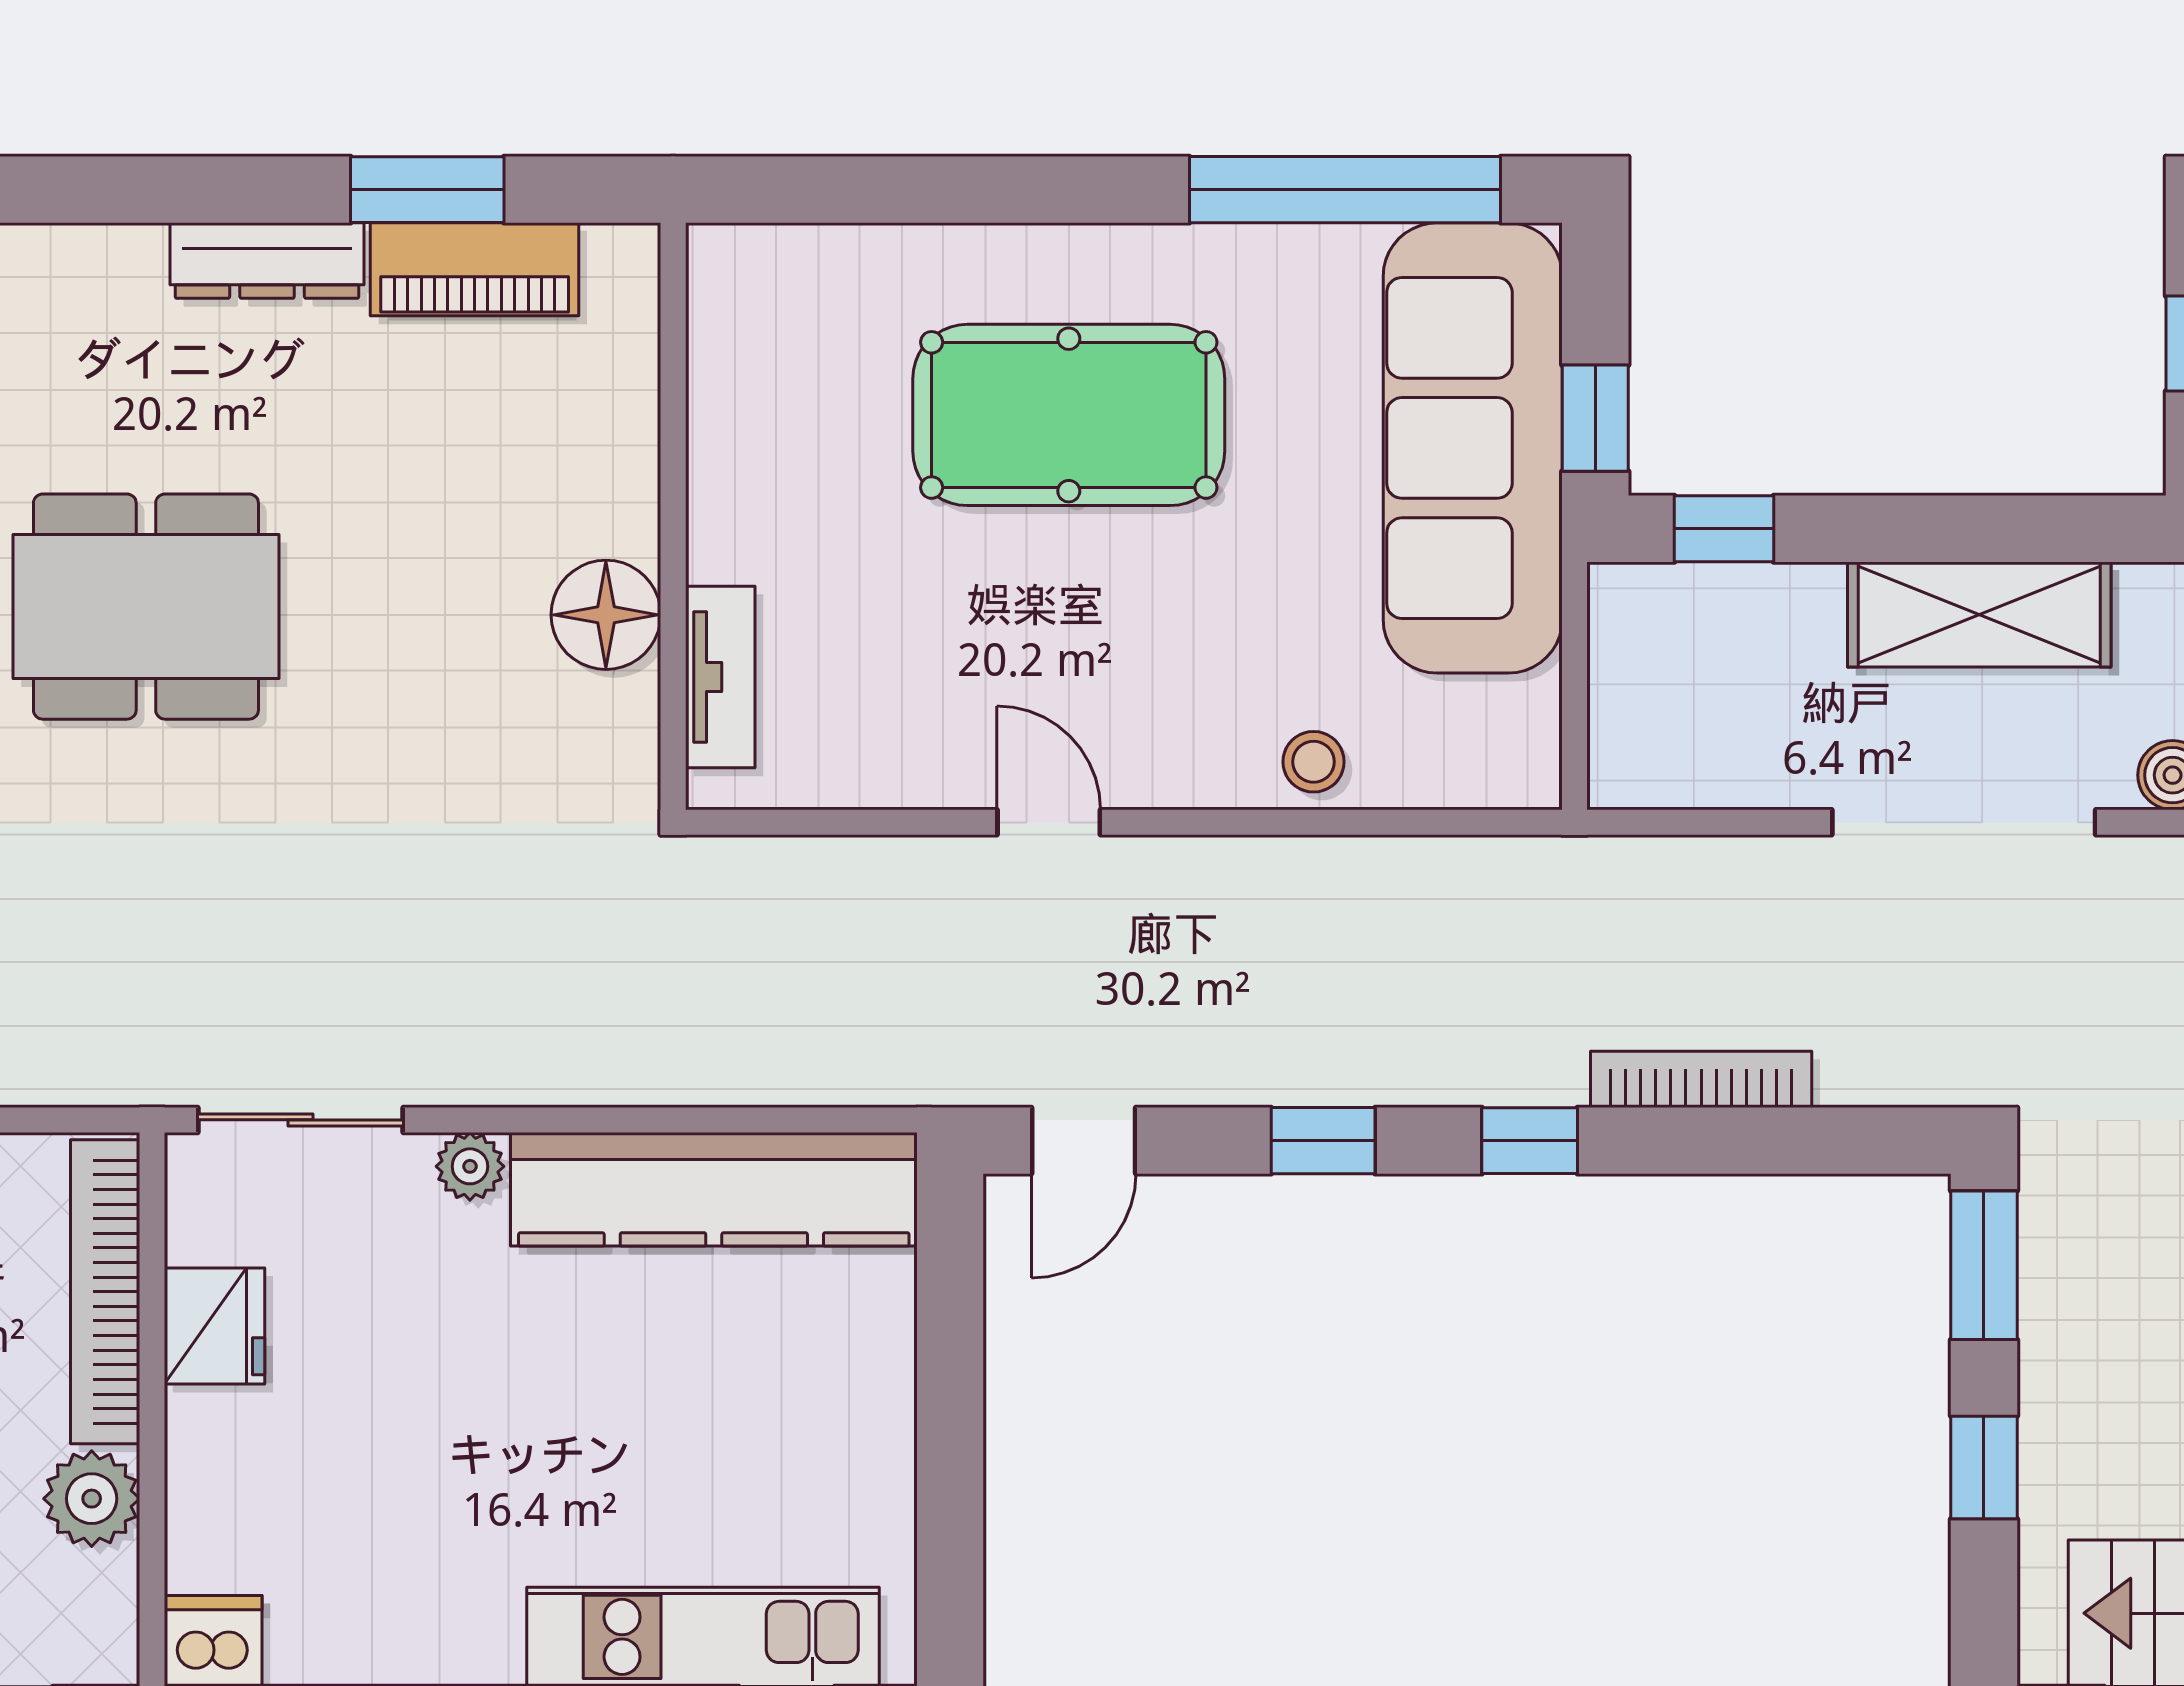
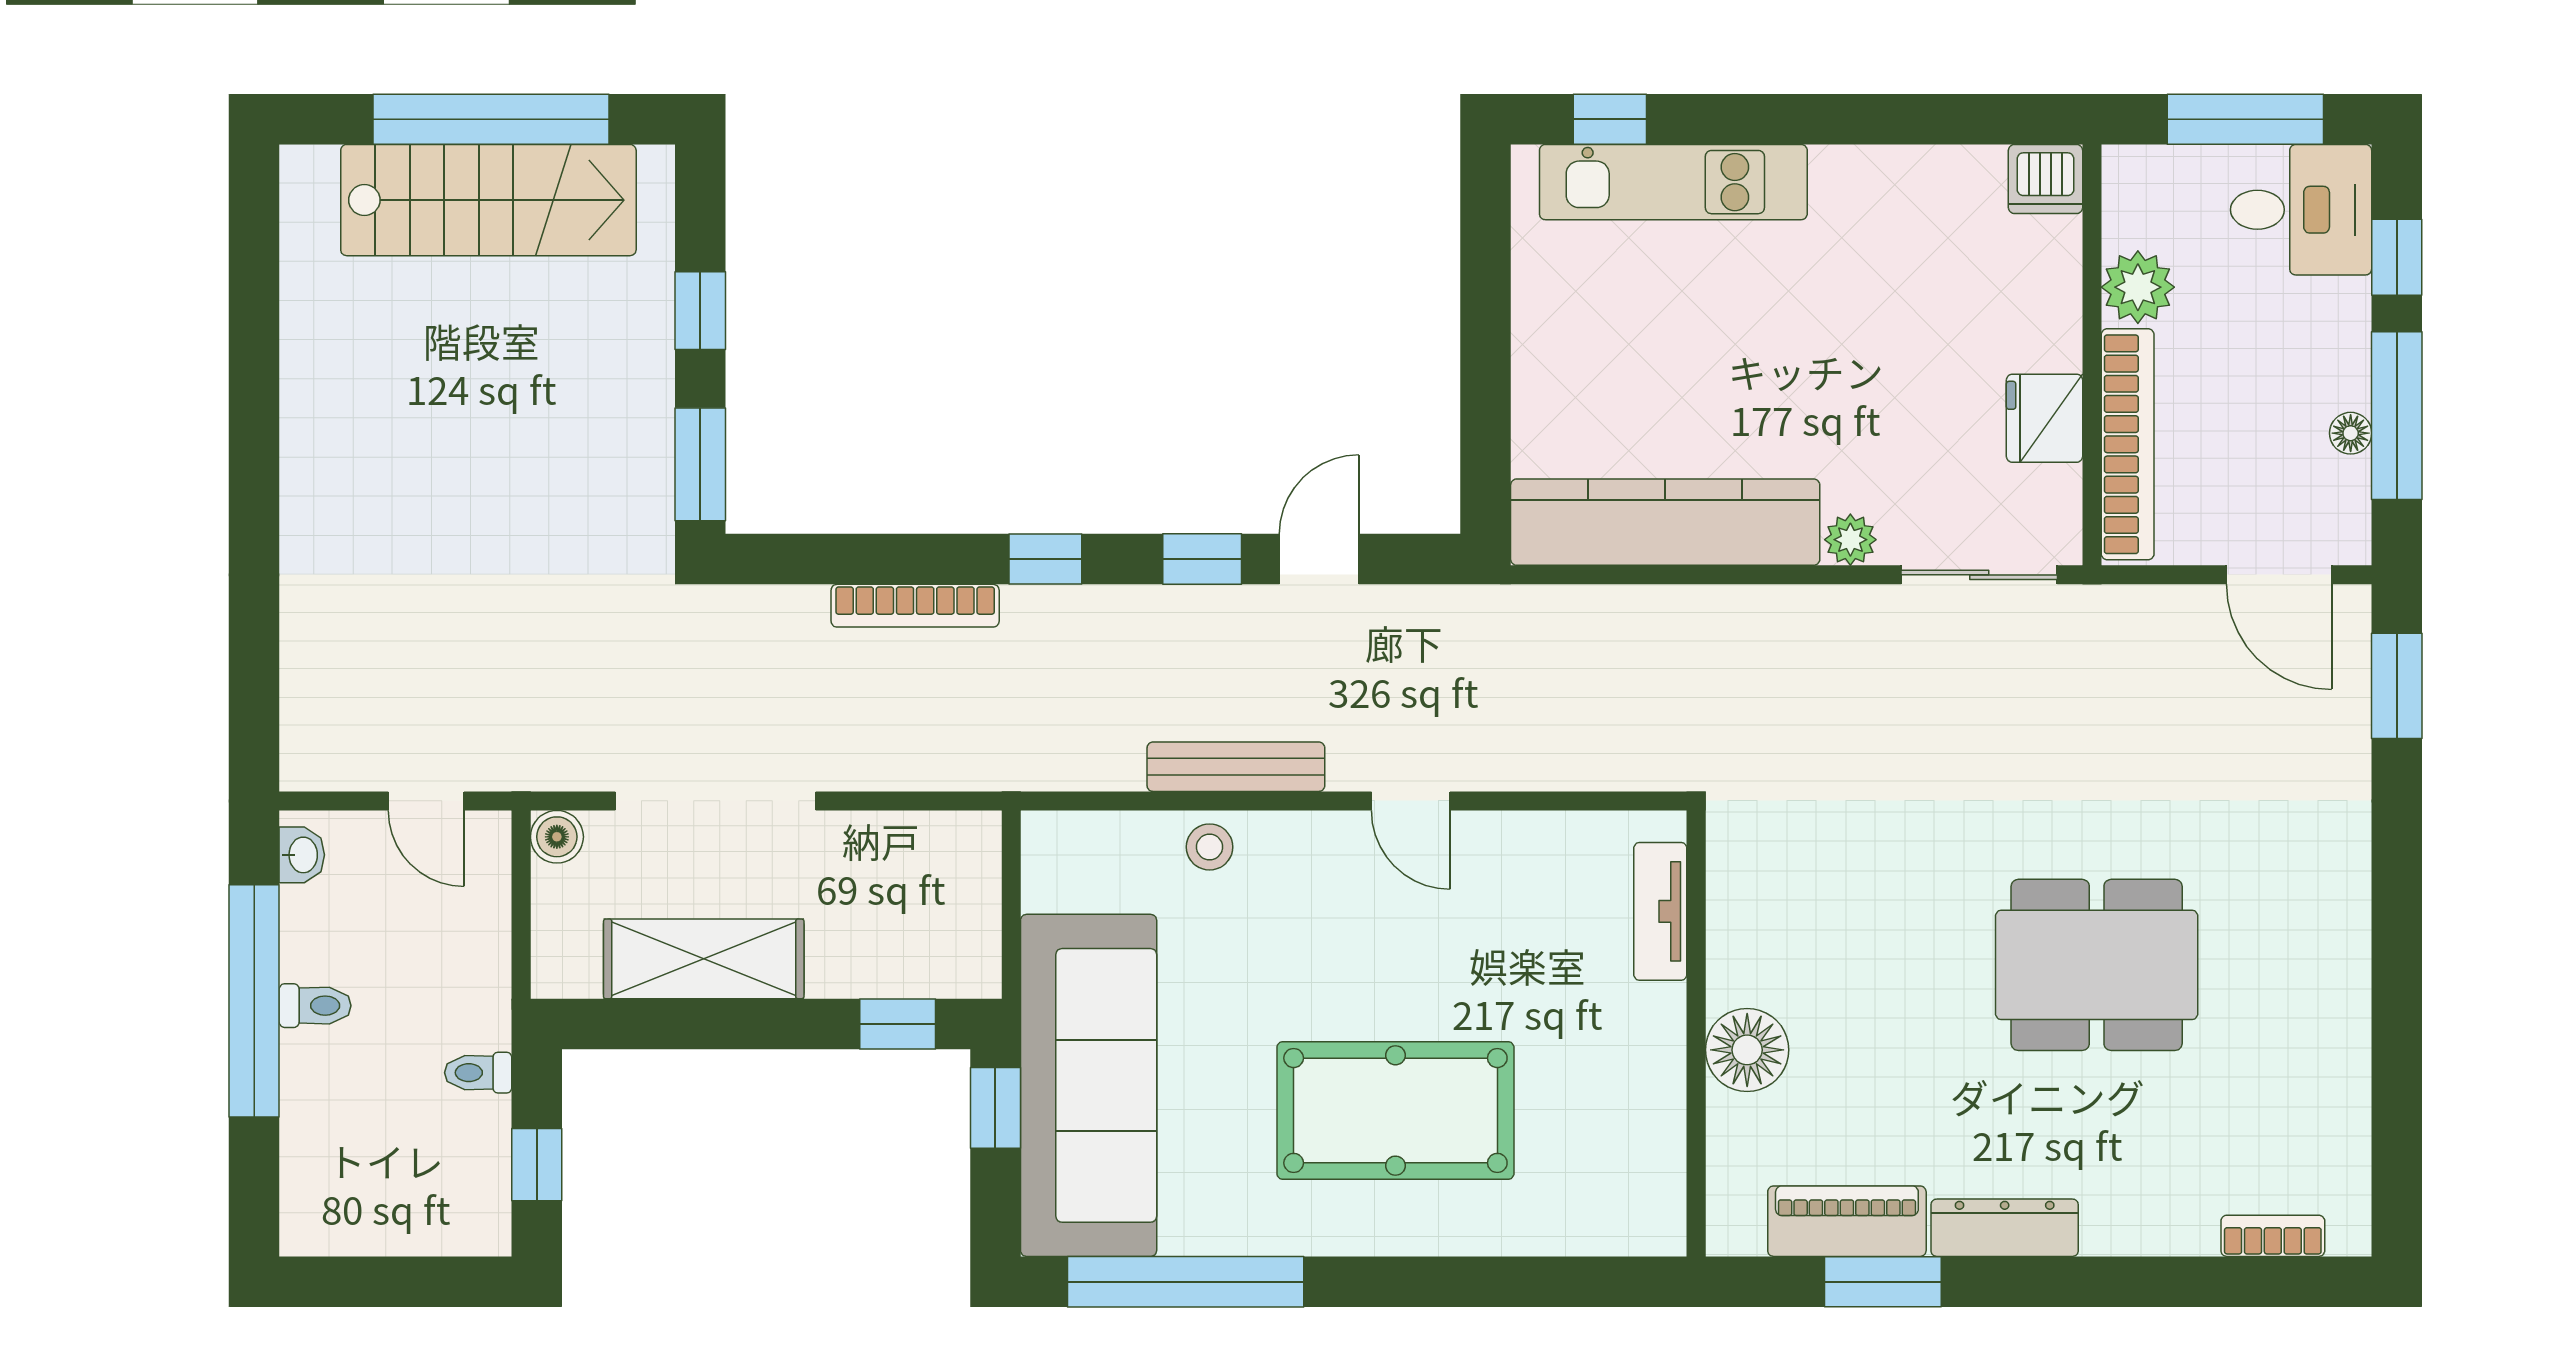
floor lamp: (606, 615) -> (1747, 1050), moved
bench: (1279, 867) -> (1236, 767), added
door: (1084, 1141) -> (1319, 559), moved

